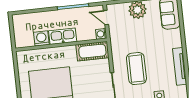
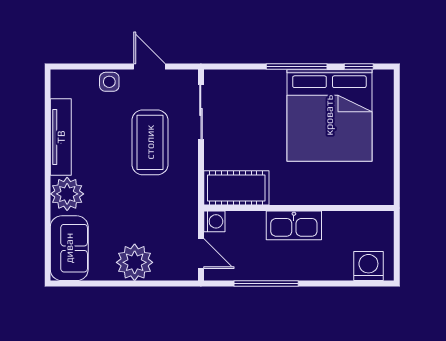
washing machine: (41, 38) -> (368, 266), moved, turned 180
plant: (174, 39) -> (67, 194), added

